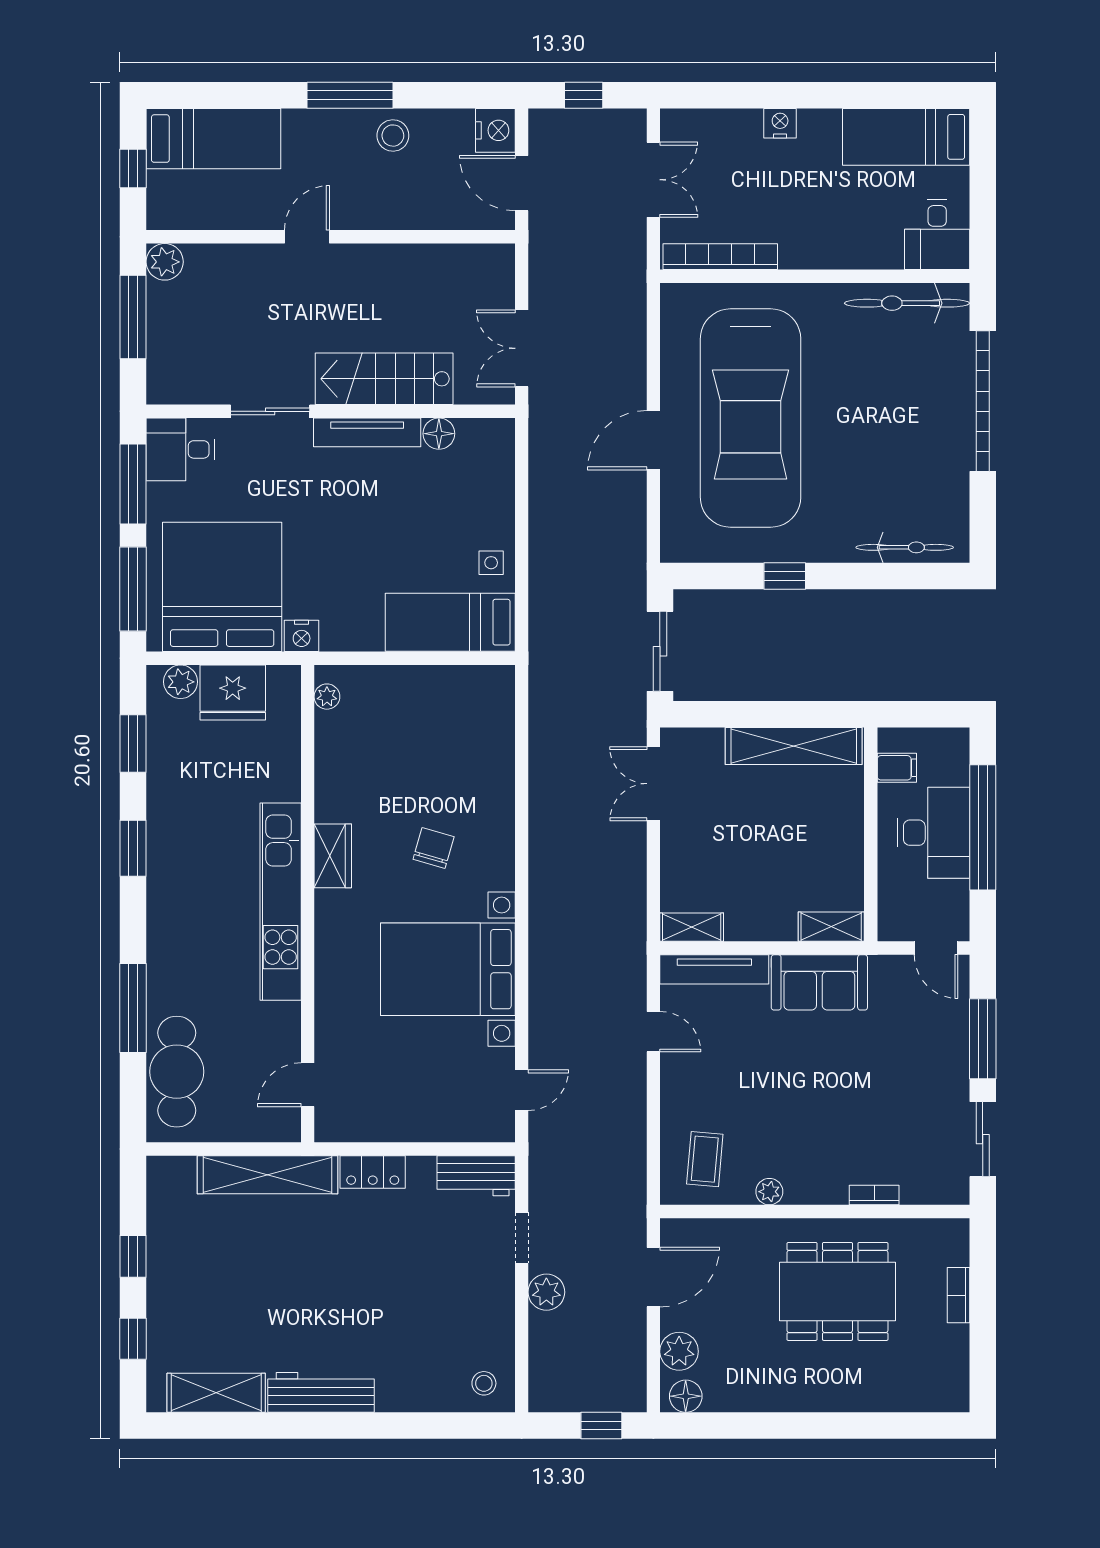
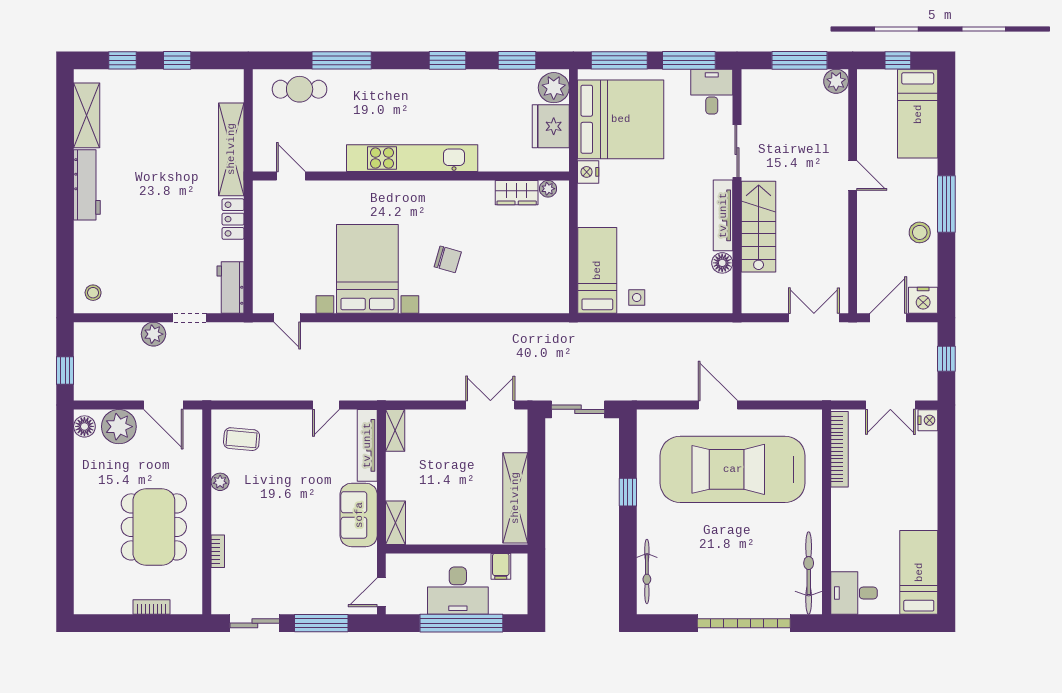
nightstand: (780, 123) -> (928, 420), moved
double door: (522, 348) -> (814, 318), moved
plant: (181, 682) -> (554, 88), width x1.36, depth x1.36
wardrobe: (333, 856) -> (517, 193), moved
cafe table: (177, 1072) -> (300, 89), width x0.73, depth x0.74
plant: (679, 1351) -> (119, 427), width x1.36, depth x1.36

